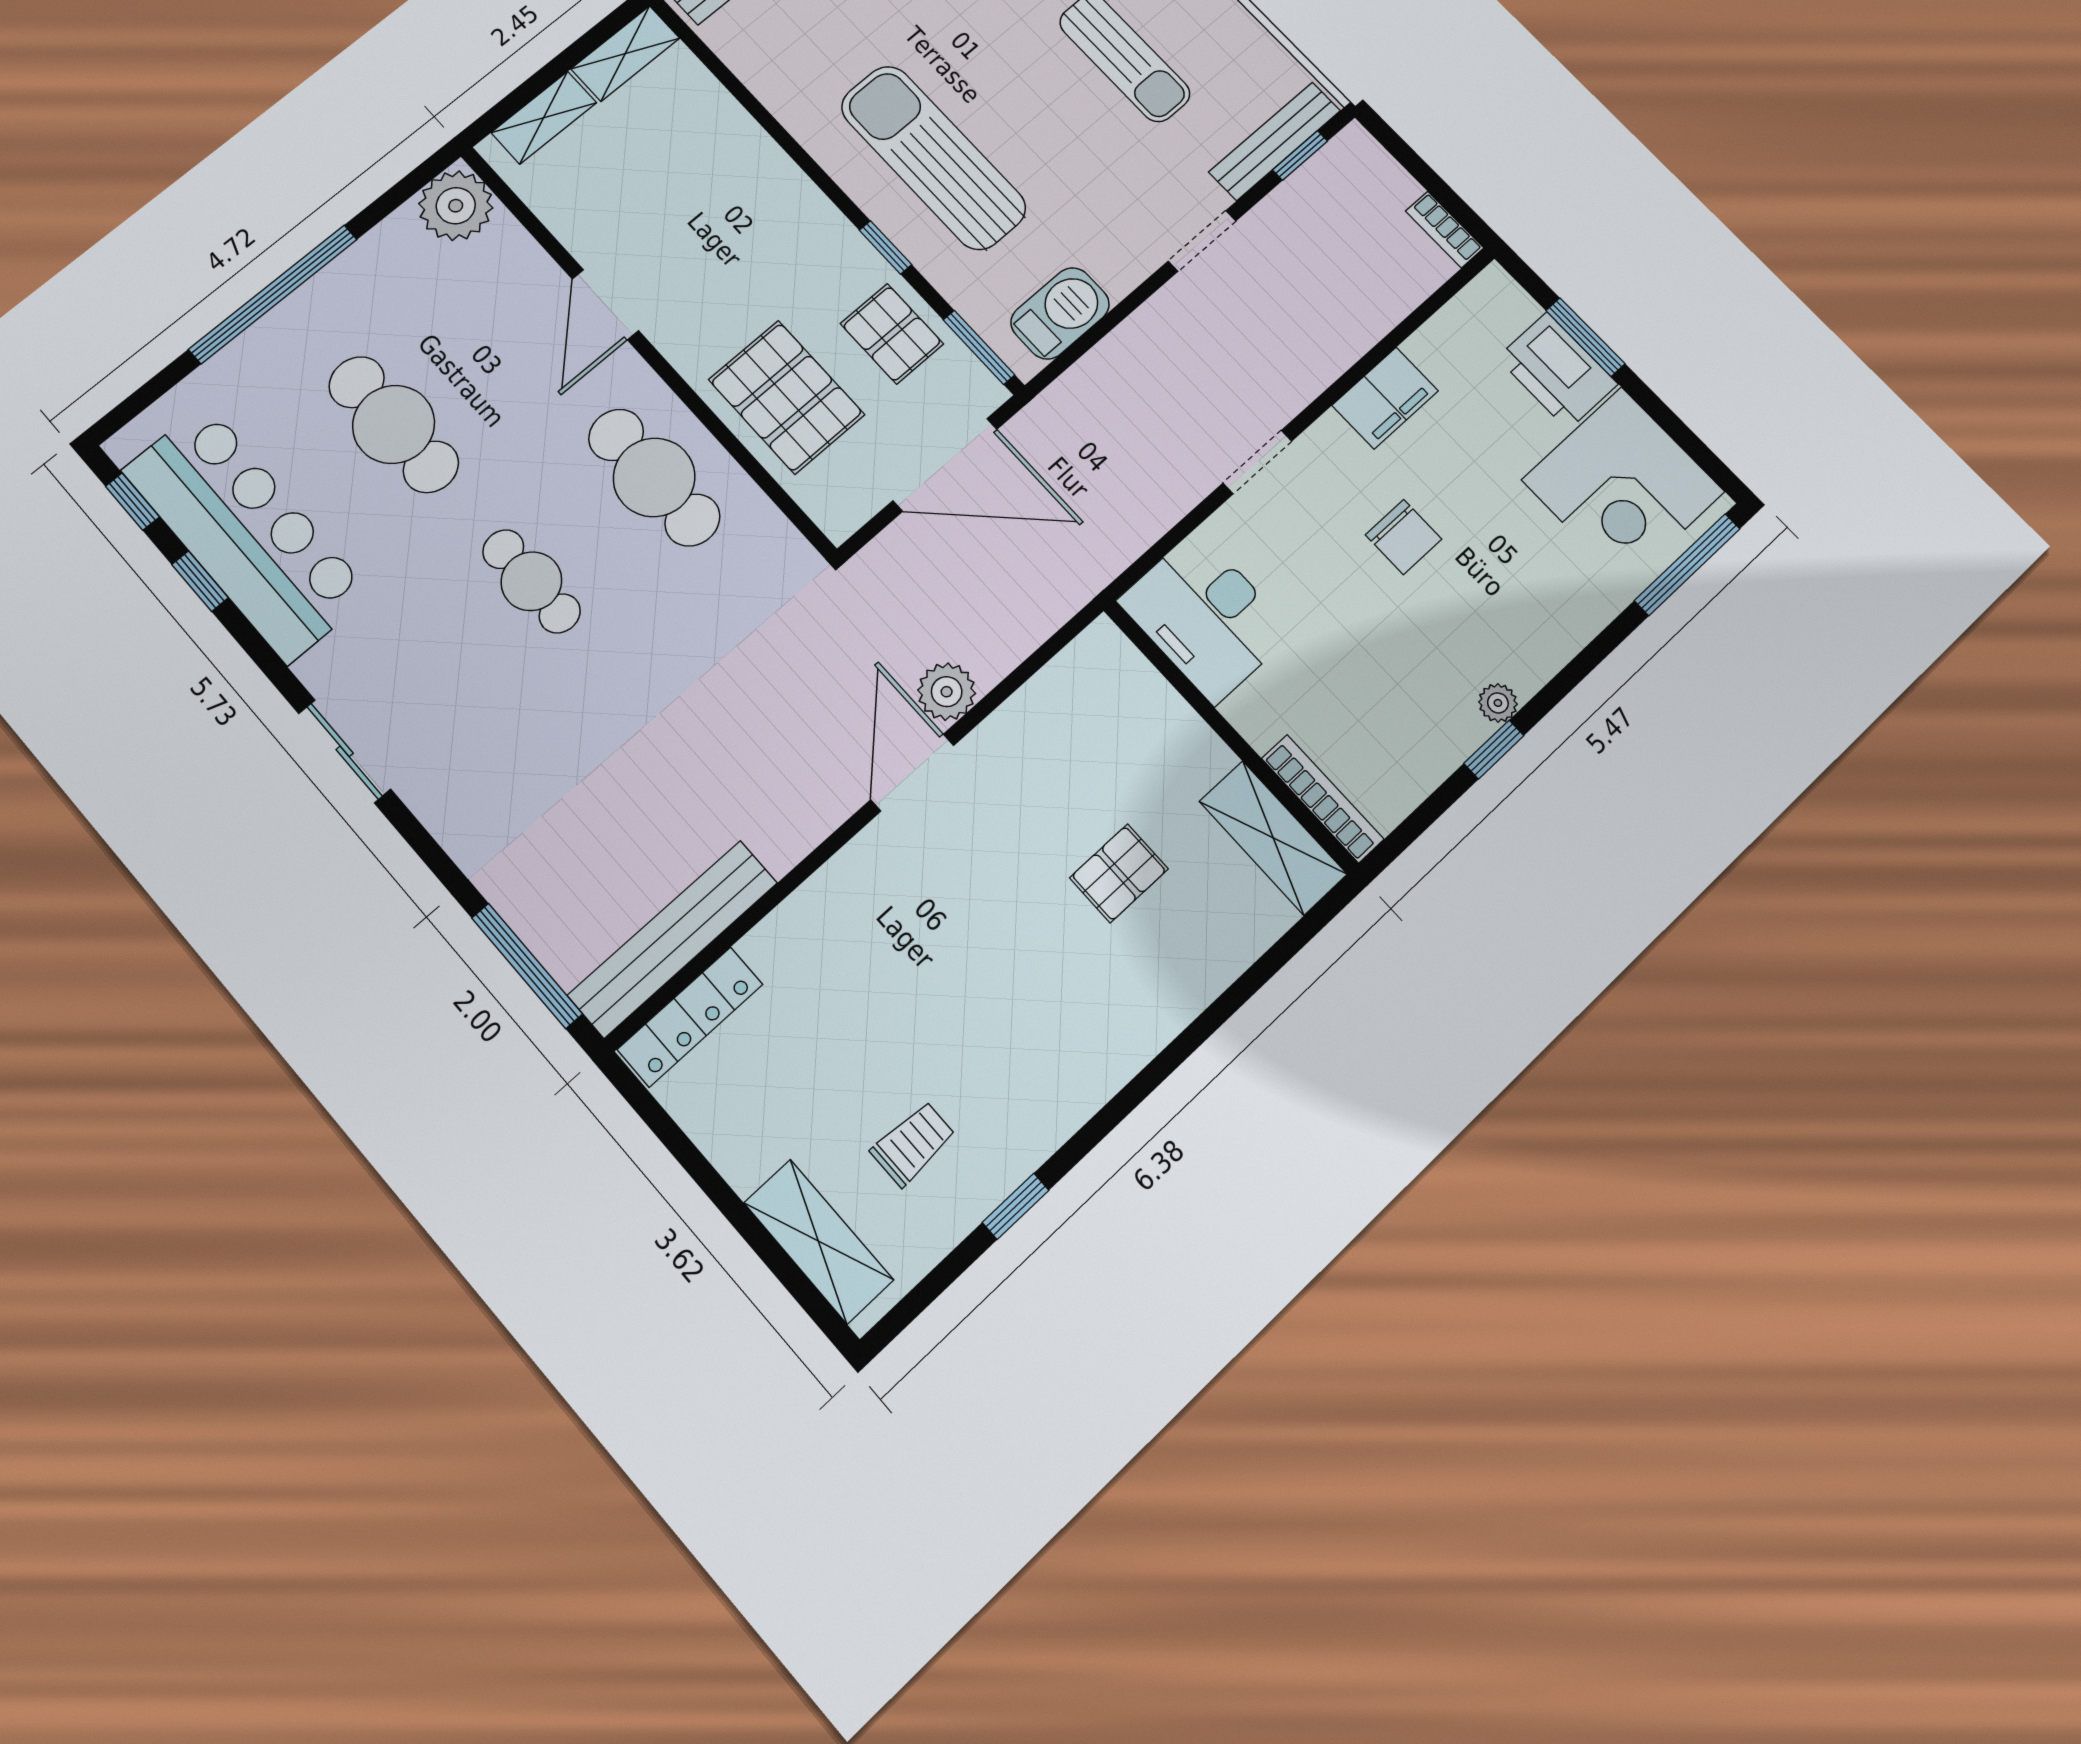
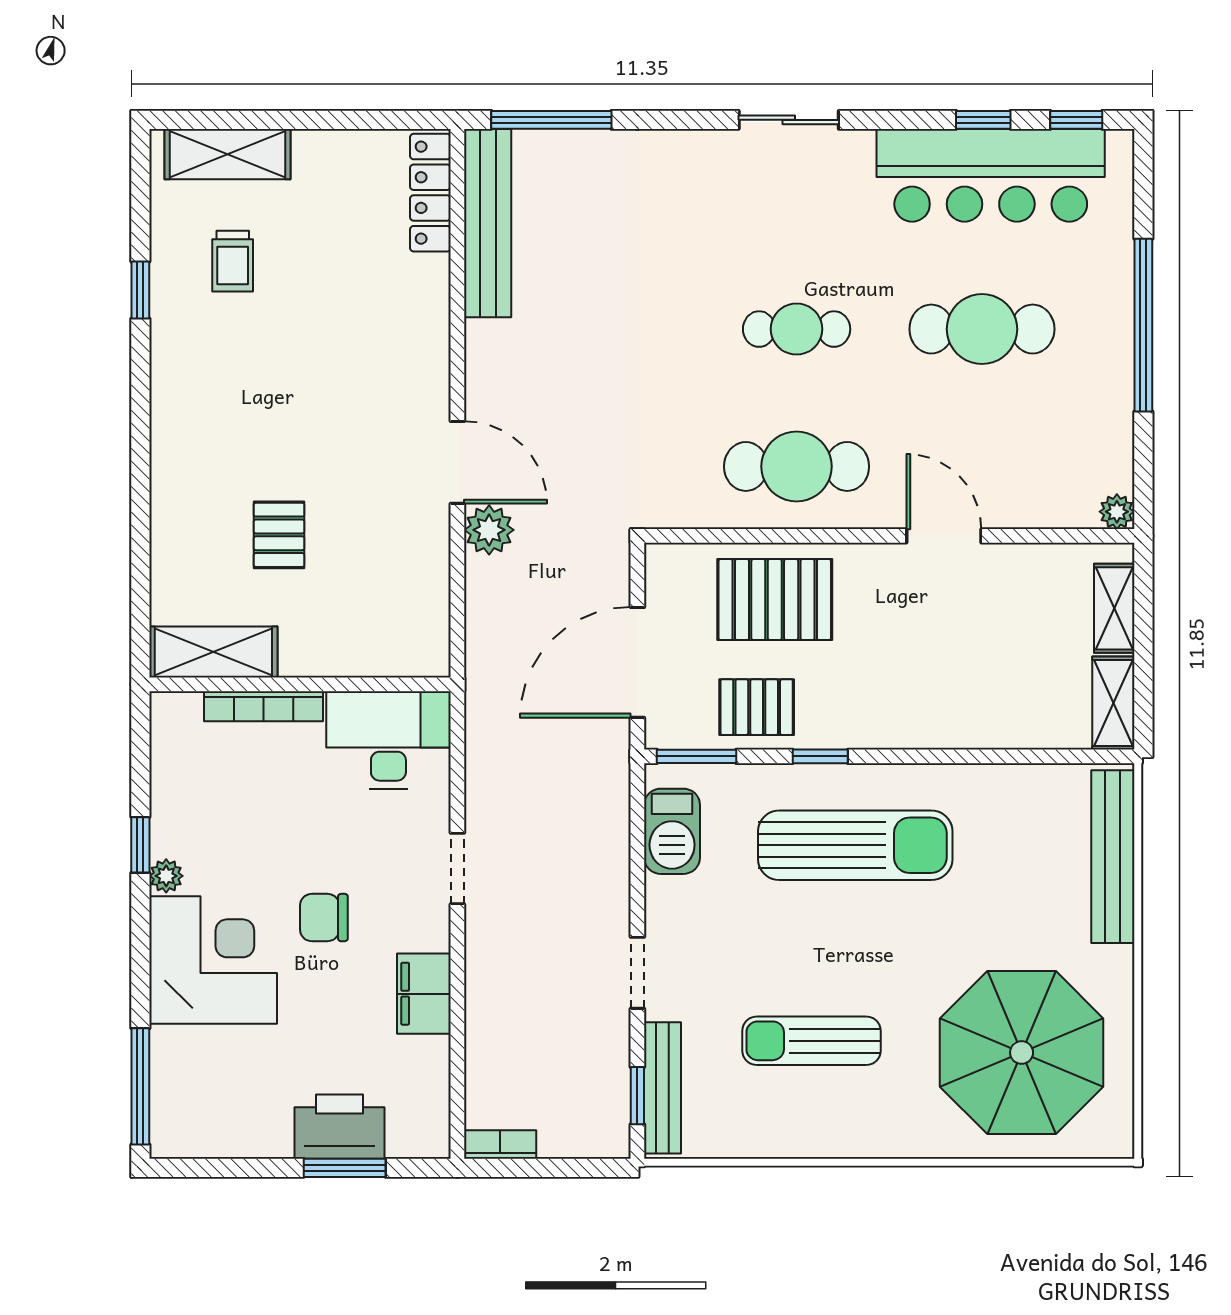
plant: (456, 206) -> (1117, 512), width x0.53, depth x0.53
corner desk: (1623, 486) -> (213, 960), moved, turned 90
bookcase: (1323, 799) -> (263, 706), moved

